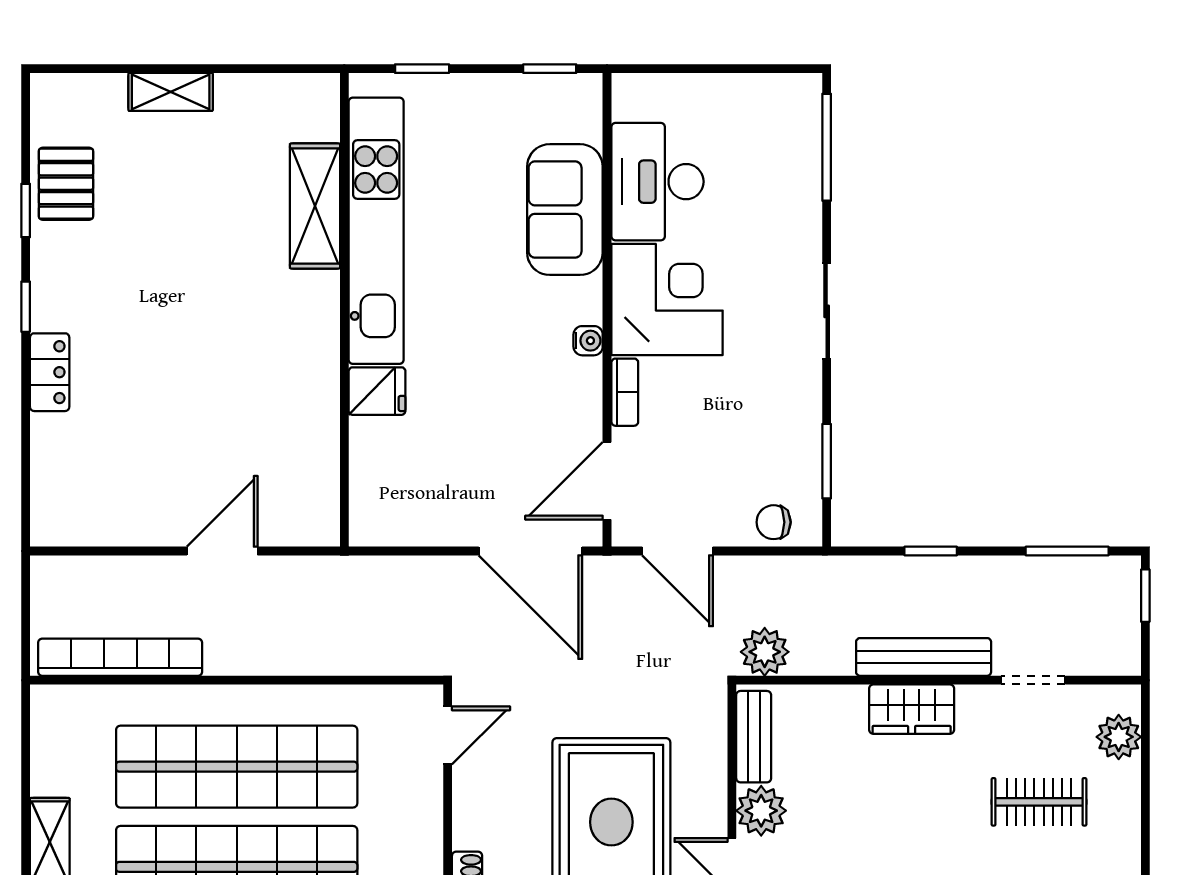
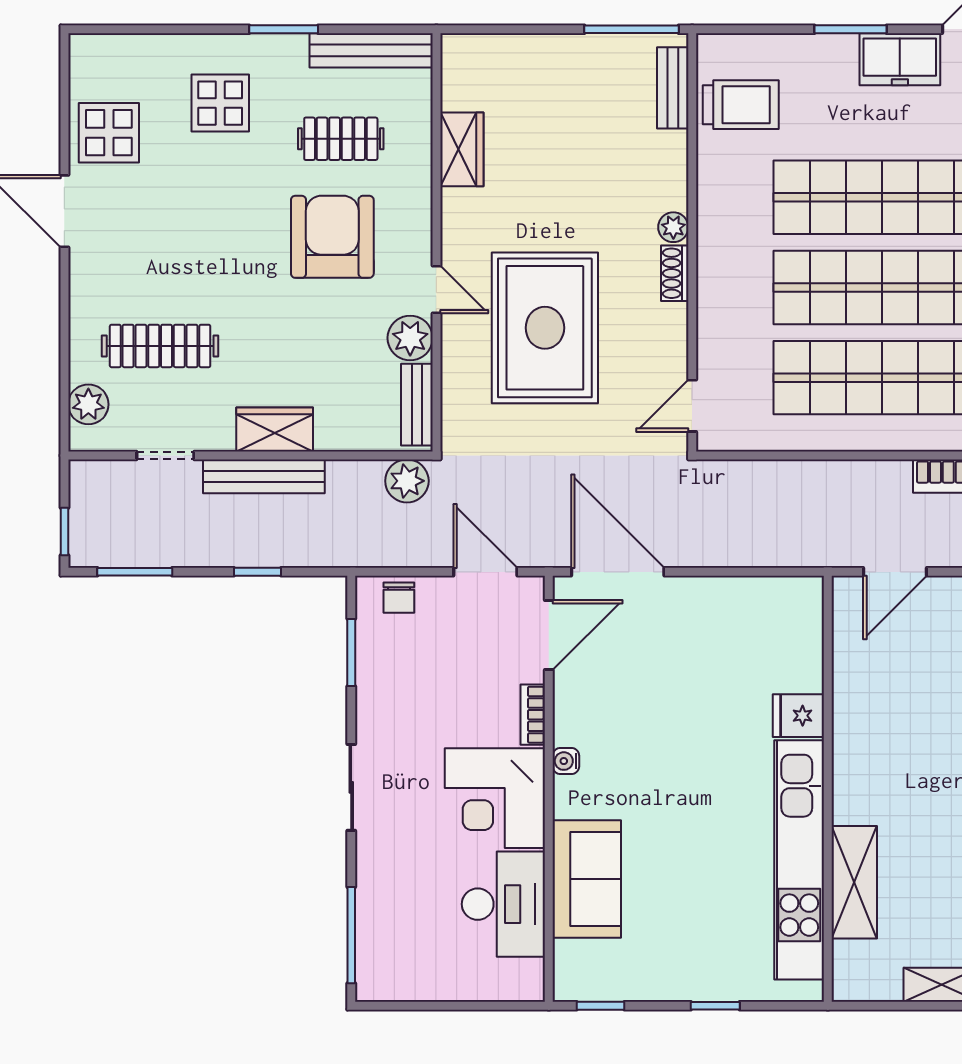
shelving: (315, 206) -> (854, 882), moved
kitchen unit: (376, 231) -> (799, 860), moved
wall: (344, 310) -> (828, 789), moved
fridge: (377, 391) -> (798, 716), moved
chair: (774, 522) -> (399, 598), turned 90
clothes rail: (1039, 802) -> (160, 346), width x1.36

